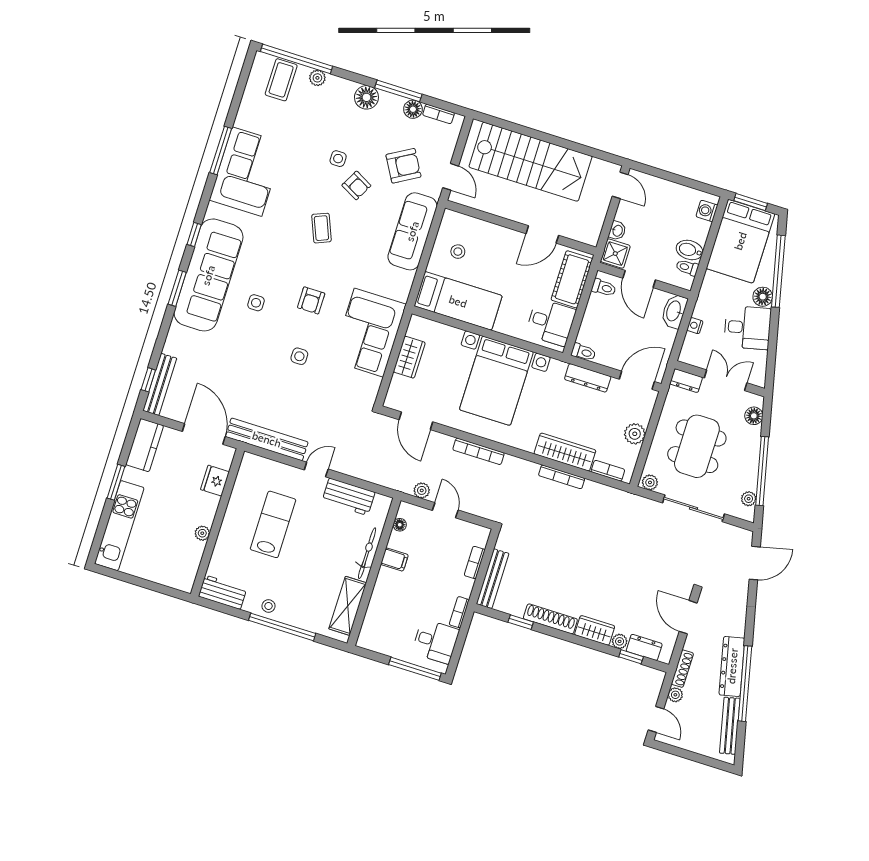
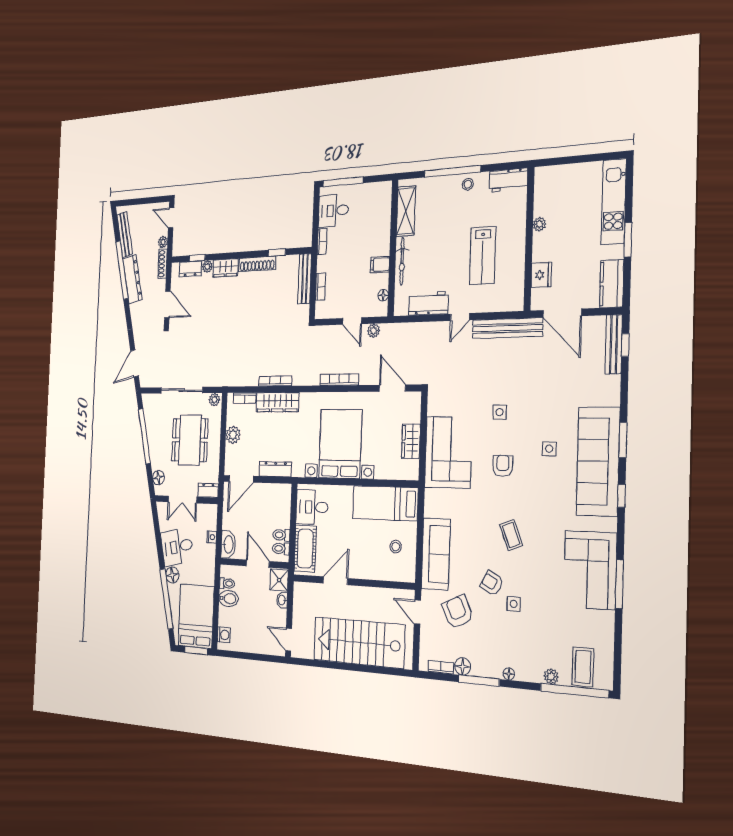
floor lamp: (366, 97) -> (509, 674), width x0.53, depth x0.53
armchair: (403, 166) -> (458, 612), turned 94
toilet: (583, 352) -> (281, 535), moved
plant: (749, 499) -> (148, 411), removed

